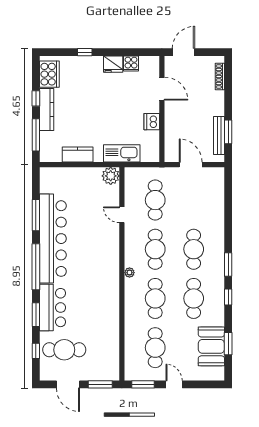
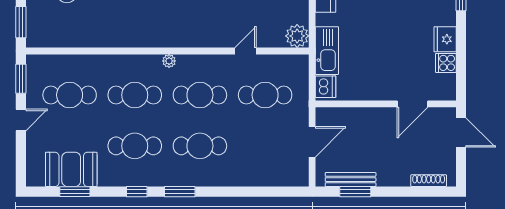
dishwasher: (152, 122) -> (326, 87), moved, turned 90

